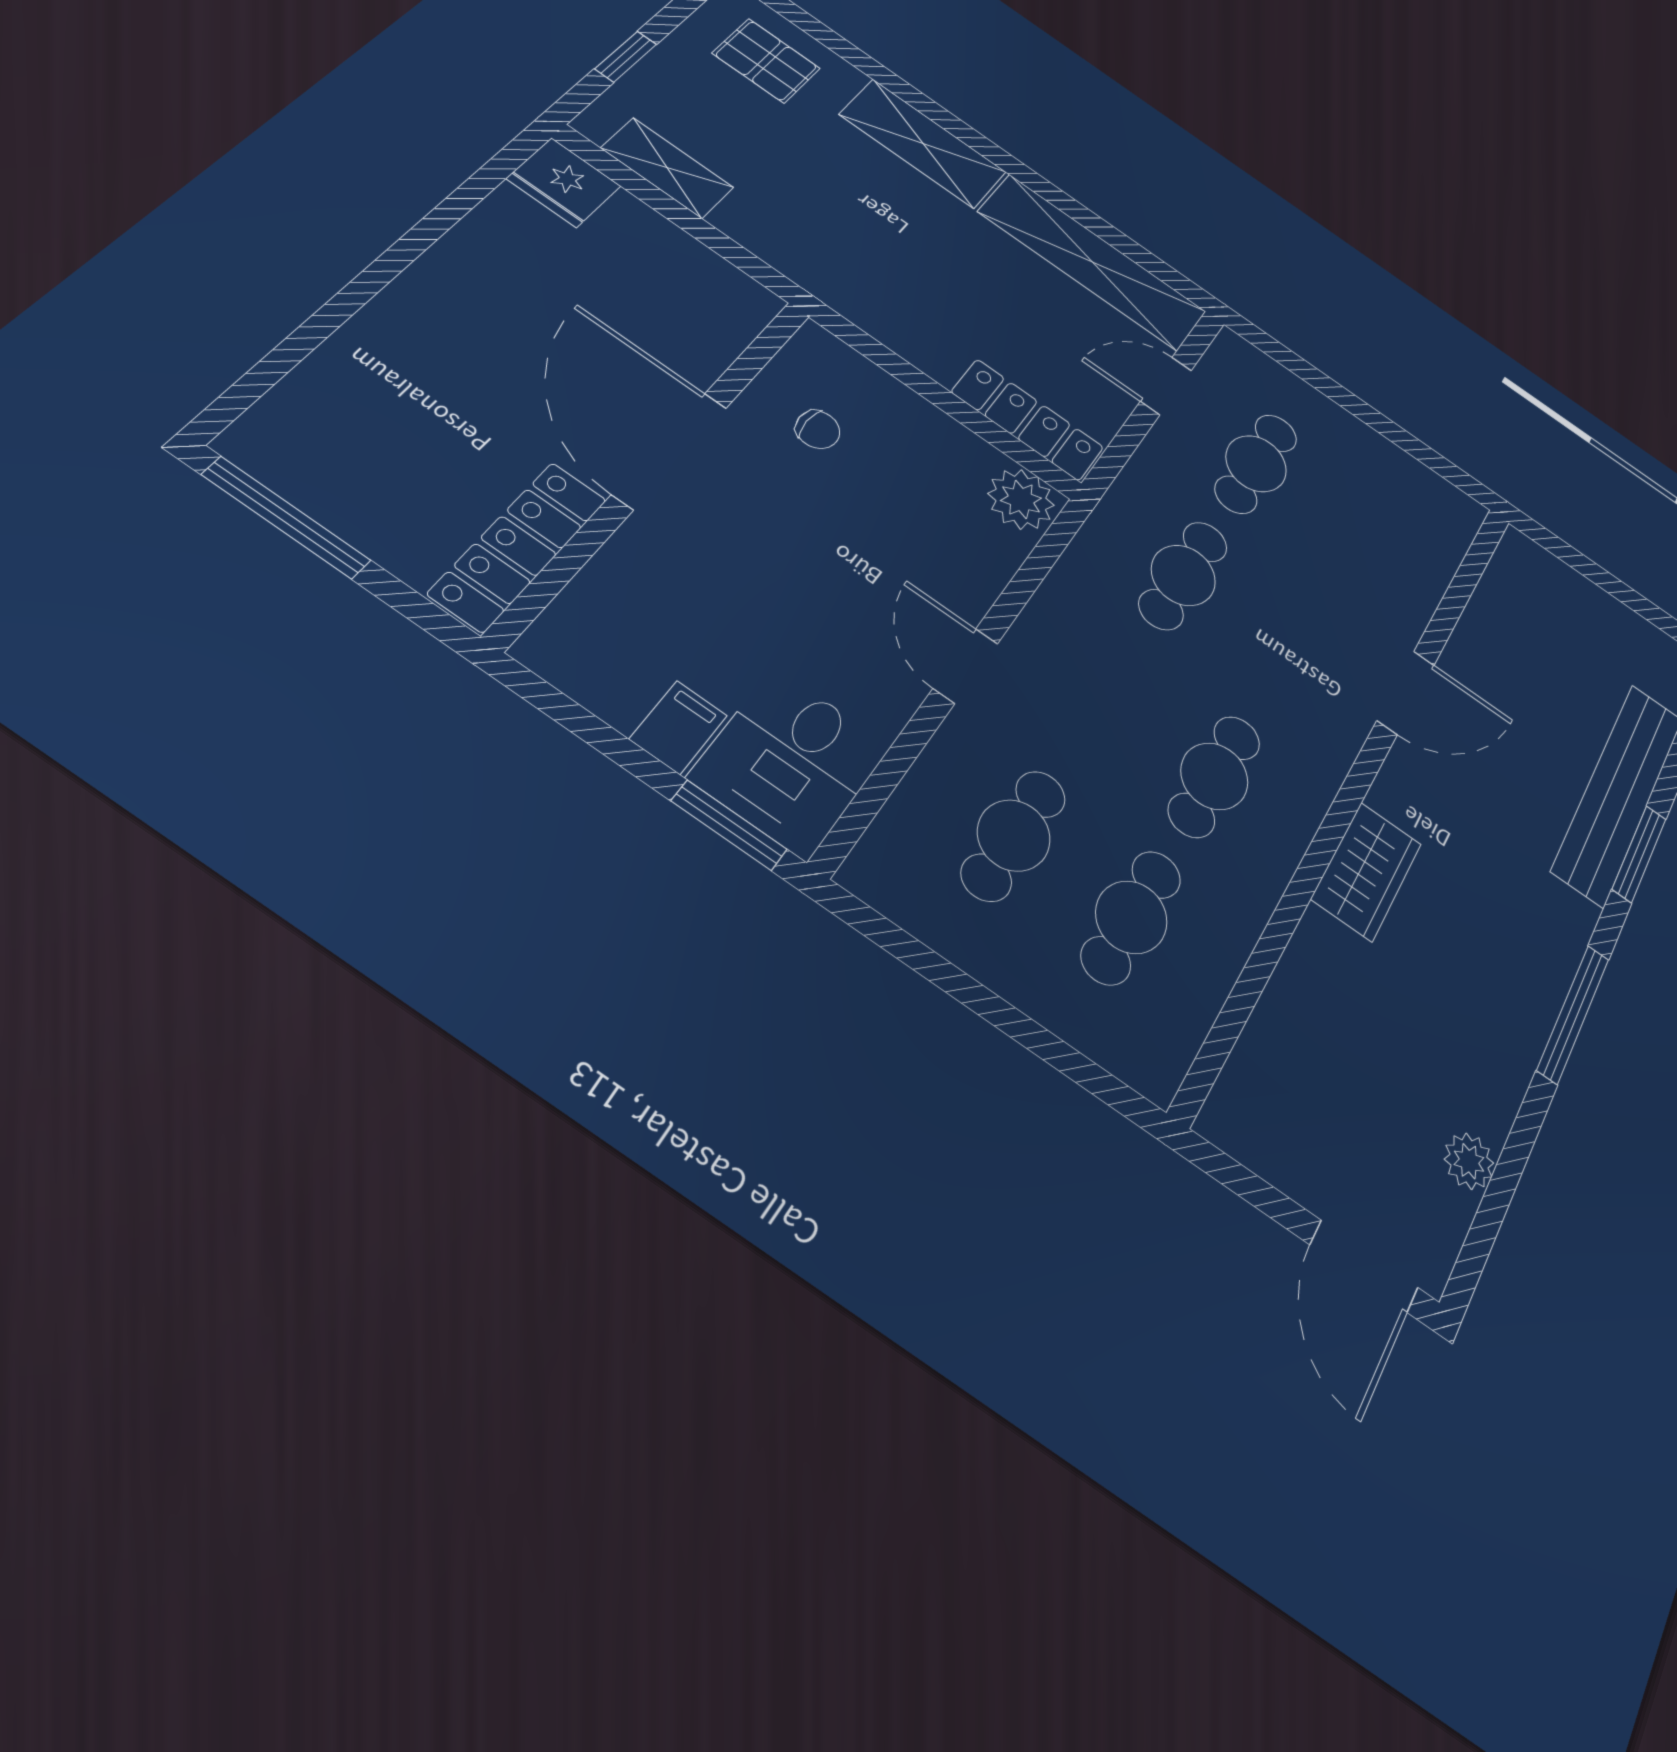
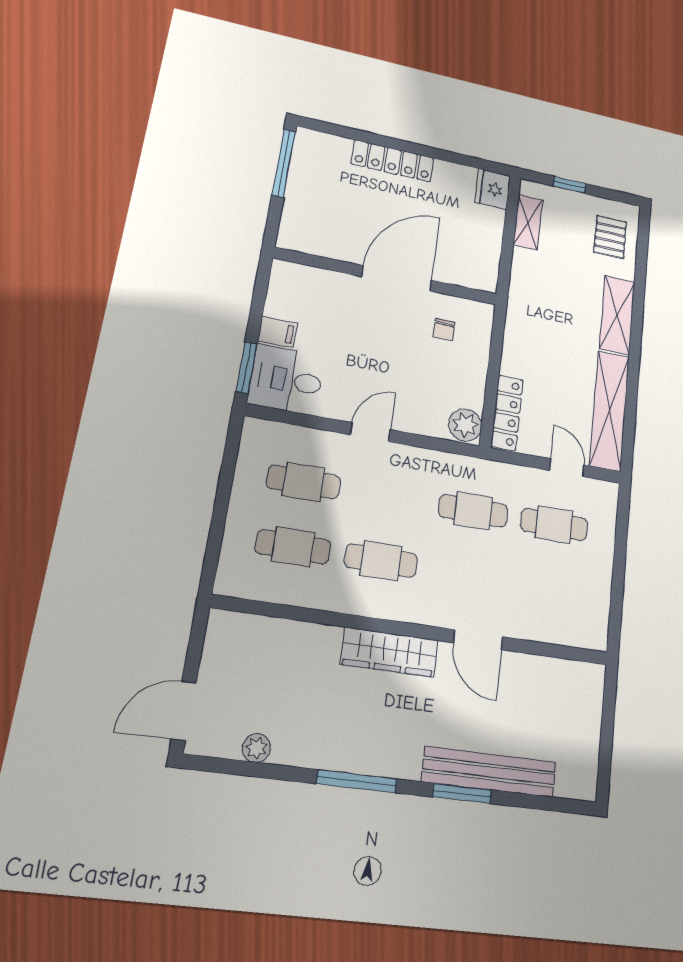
locker: (519, 546) -> (393, 161), moved, turned 180
wardrobe: (1366, 871) -> (389, 652), width x1.50

